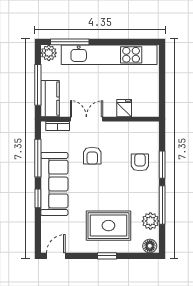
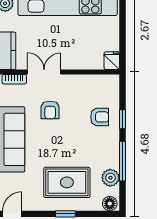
fridge: (124, 108) -> (112, 61), moved
armchair: (140, 162) -> (100, 117), turned 90
window: (162, 165) -> (122, 119), width x0.67

